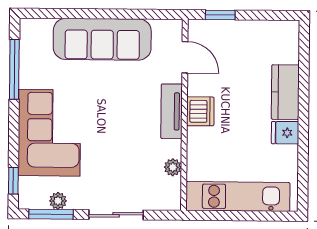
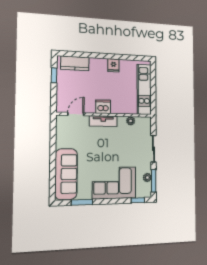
window: (220, 15) -> (54, 75), moved
sofa: (102, 39) -> (66, 174), moved
window: (14, 69) -> (82, 202), width x0.69
kitchen counter: (285, 92) -> (75, 63), moved

